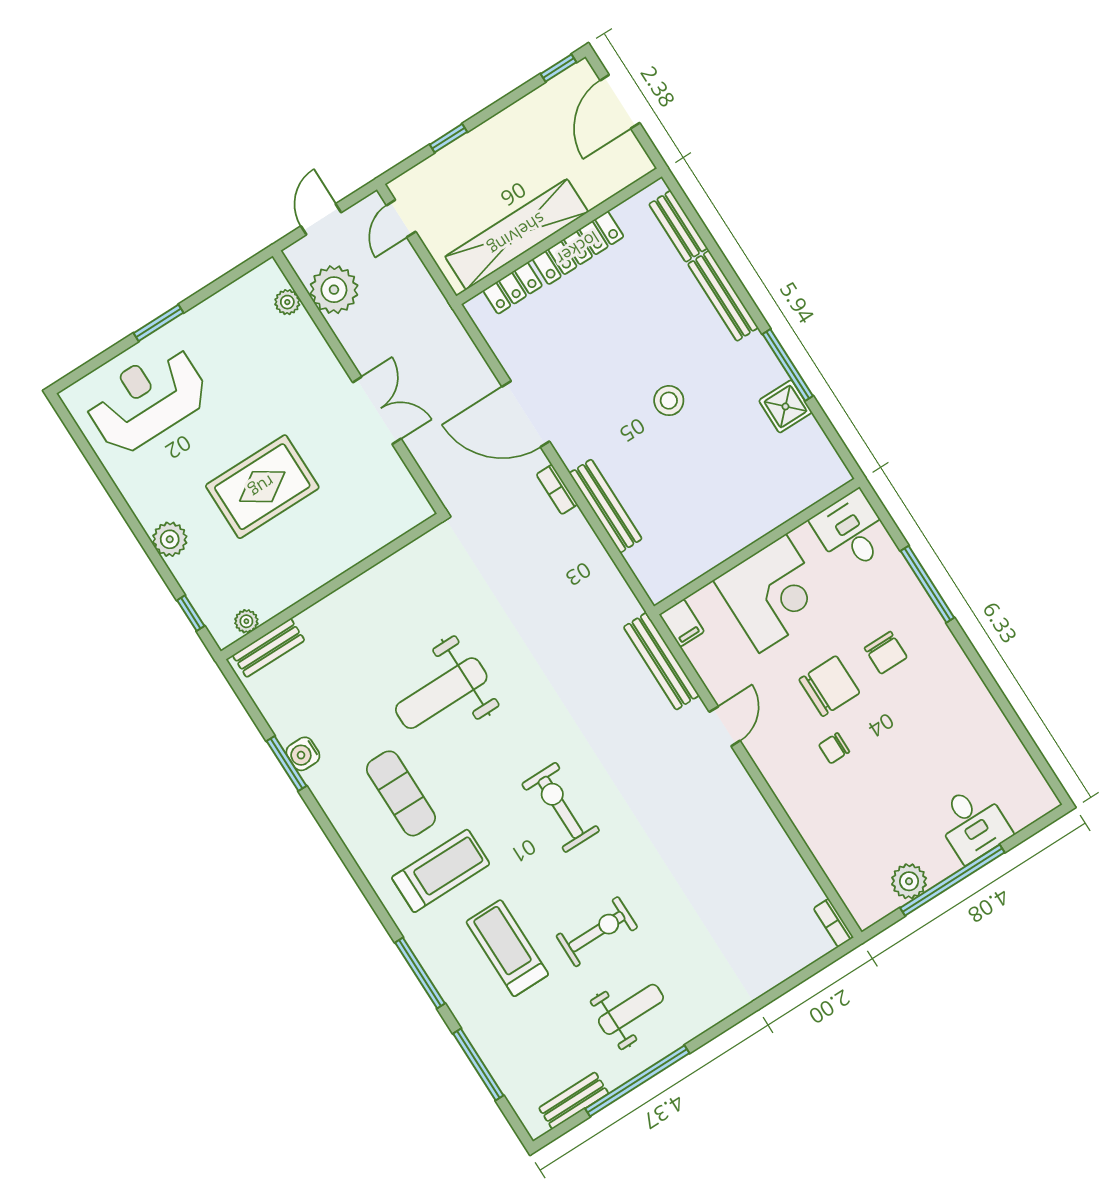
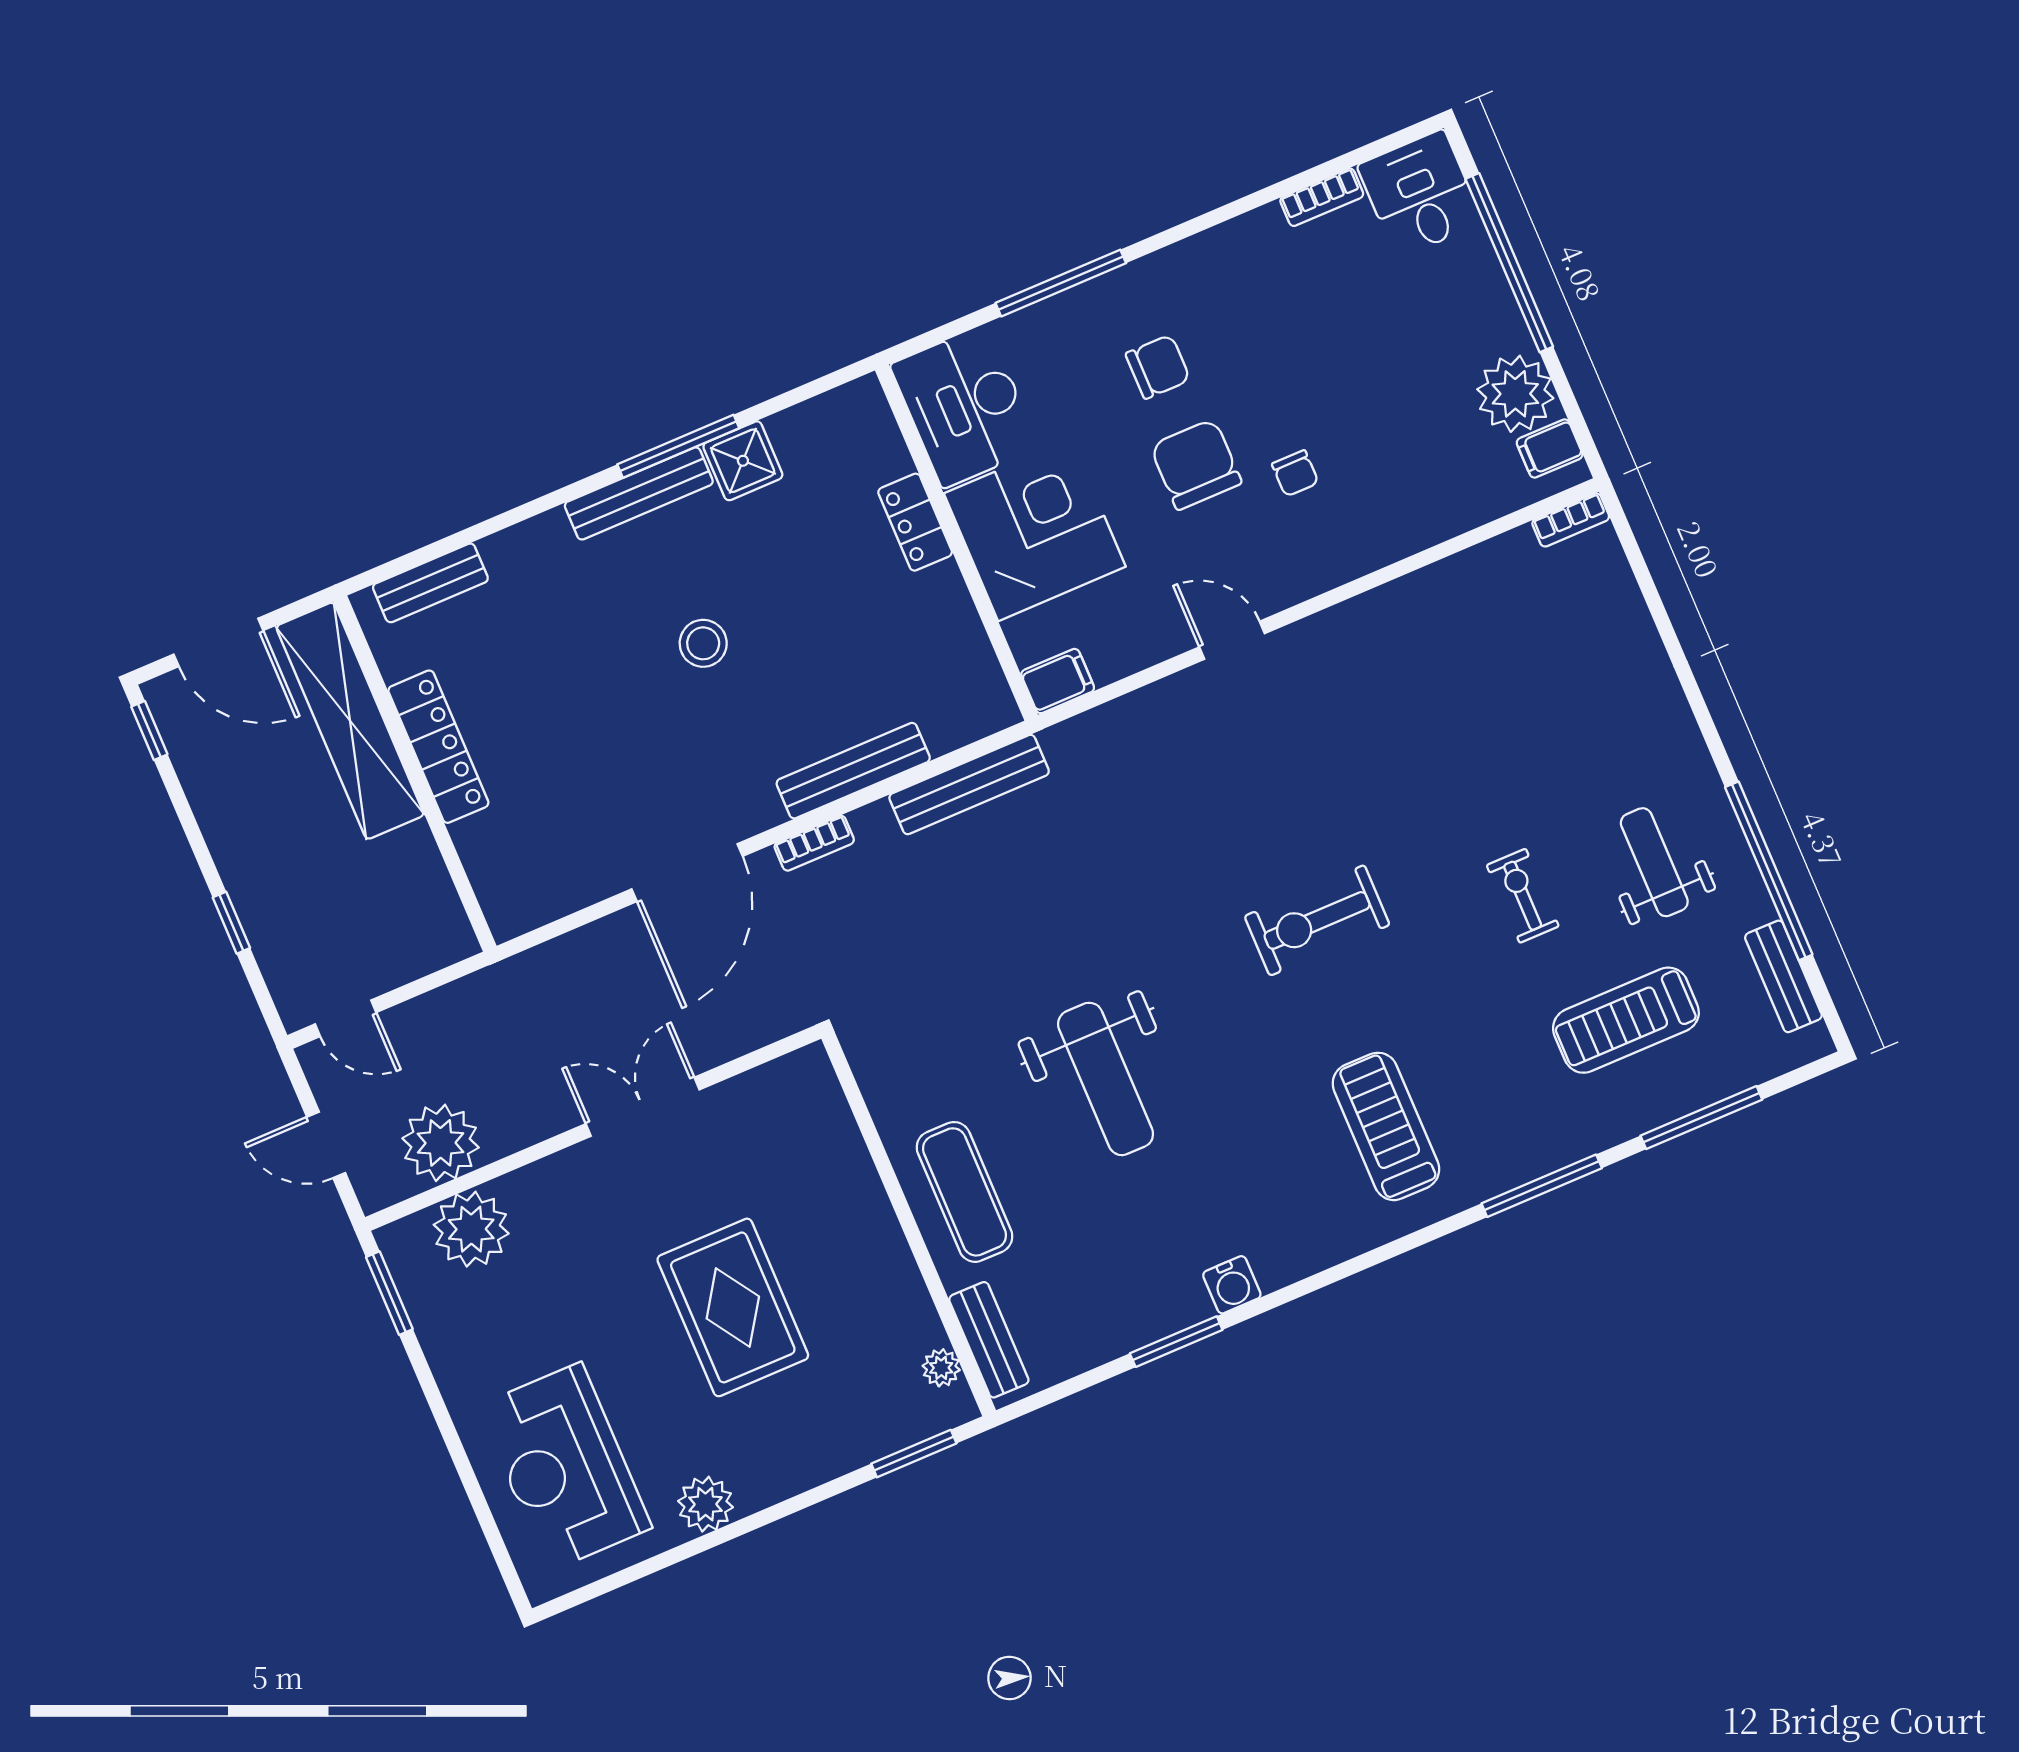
shelving: (517, 234) -> (350, 721), moved
locker: (513, 288) -> (915, 522), moved, turned 180
bench: (723, 296) -> (639, 493), moved
plant: (287, 302) -> (471, 1229), width x1.87, depth x1.87
window: (158, 323) -> (389, 1293), moved
desk: (851, 531) -> (965, 406), width x1.37
plant: (170, 539) -> (705, 1504), moved
window: (191, 613) -> (914, 1454), width x1.50
bench: (661, 661) -> (969, 784), moved
bookcase: (1007, 736) -> (1322, 197), added
water cooler: (303, 754) -> (1232, 1285), moved
exercise mat: (401, 793) -> (965, 1192), moved, turned 90
desk: (973, 824) -> (1420, 194), moved, turned -90
window: (952, 880) -> (1509, 263), moved
plant: (909, 881) -> (1515, 394), width x1.36, depth x1.36
filing cabinet: (875, 903) -> (1550, 448), added
exercise bike: (597, 932) -> (1523, 896), width x0.73, depth x0.72
treadmill: (507, 948) -> (1626, 1020), moved

